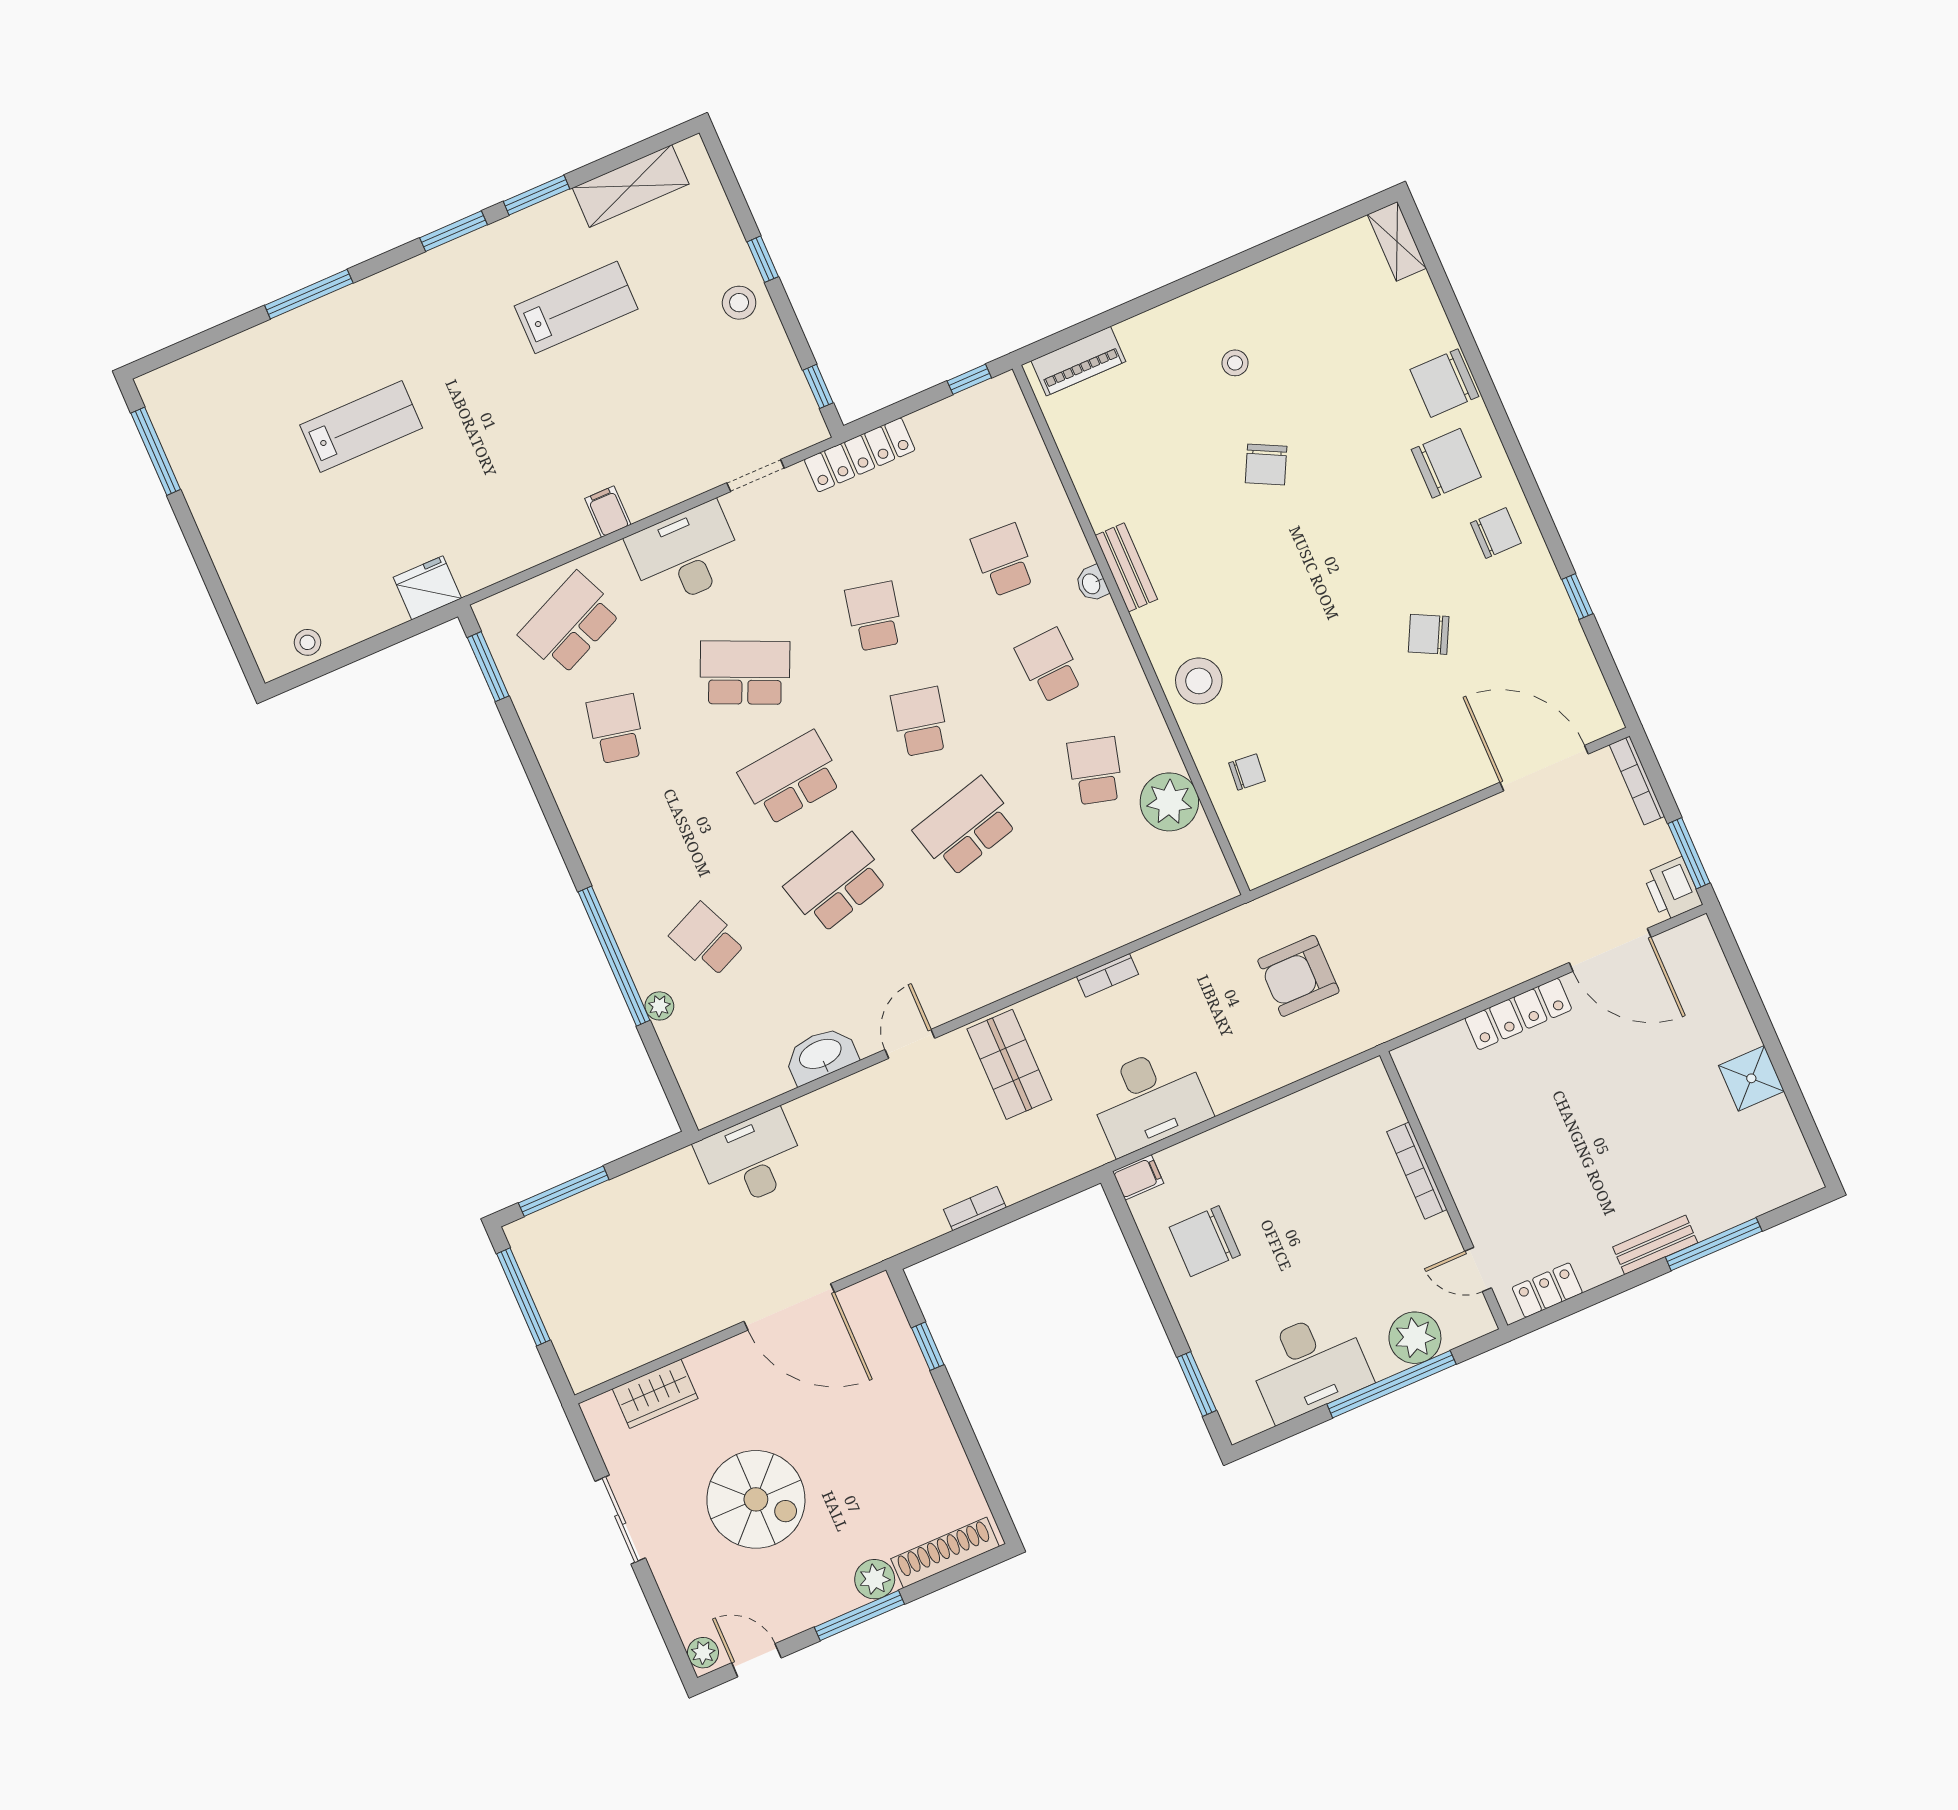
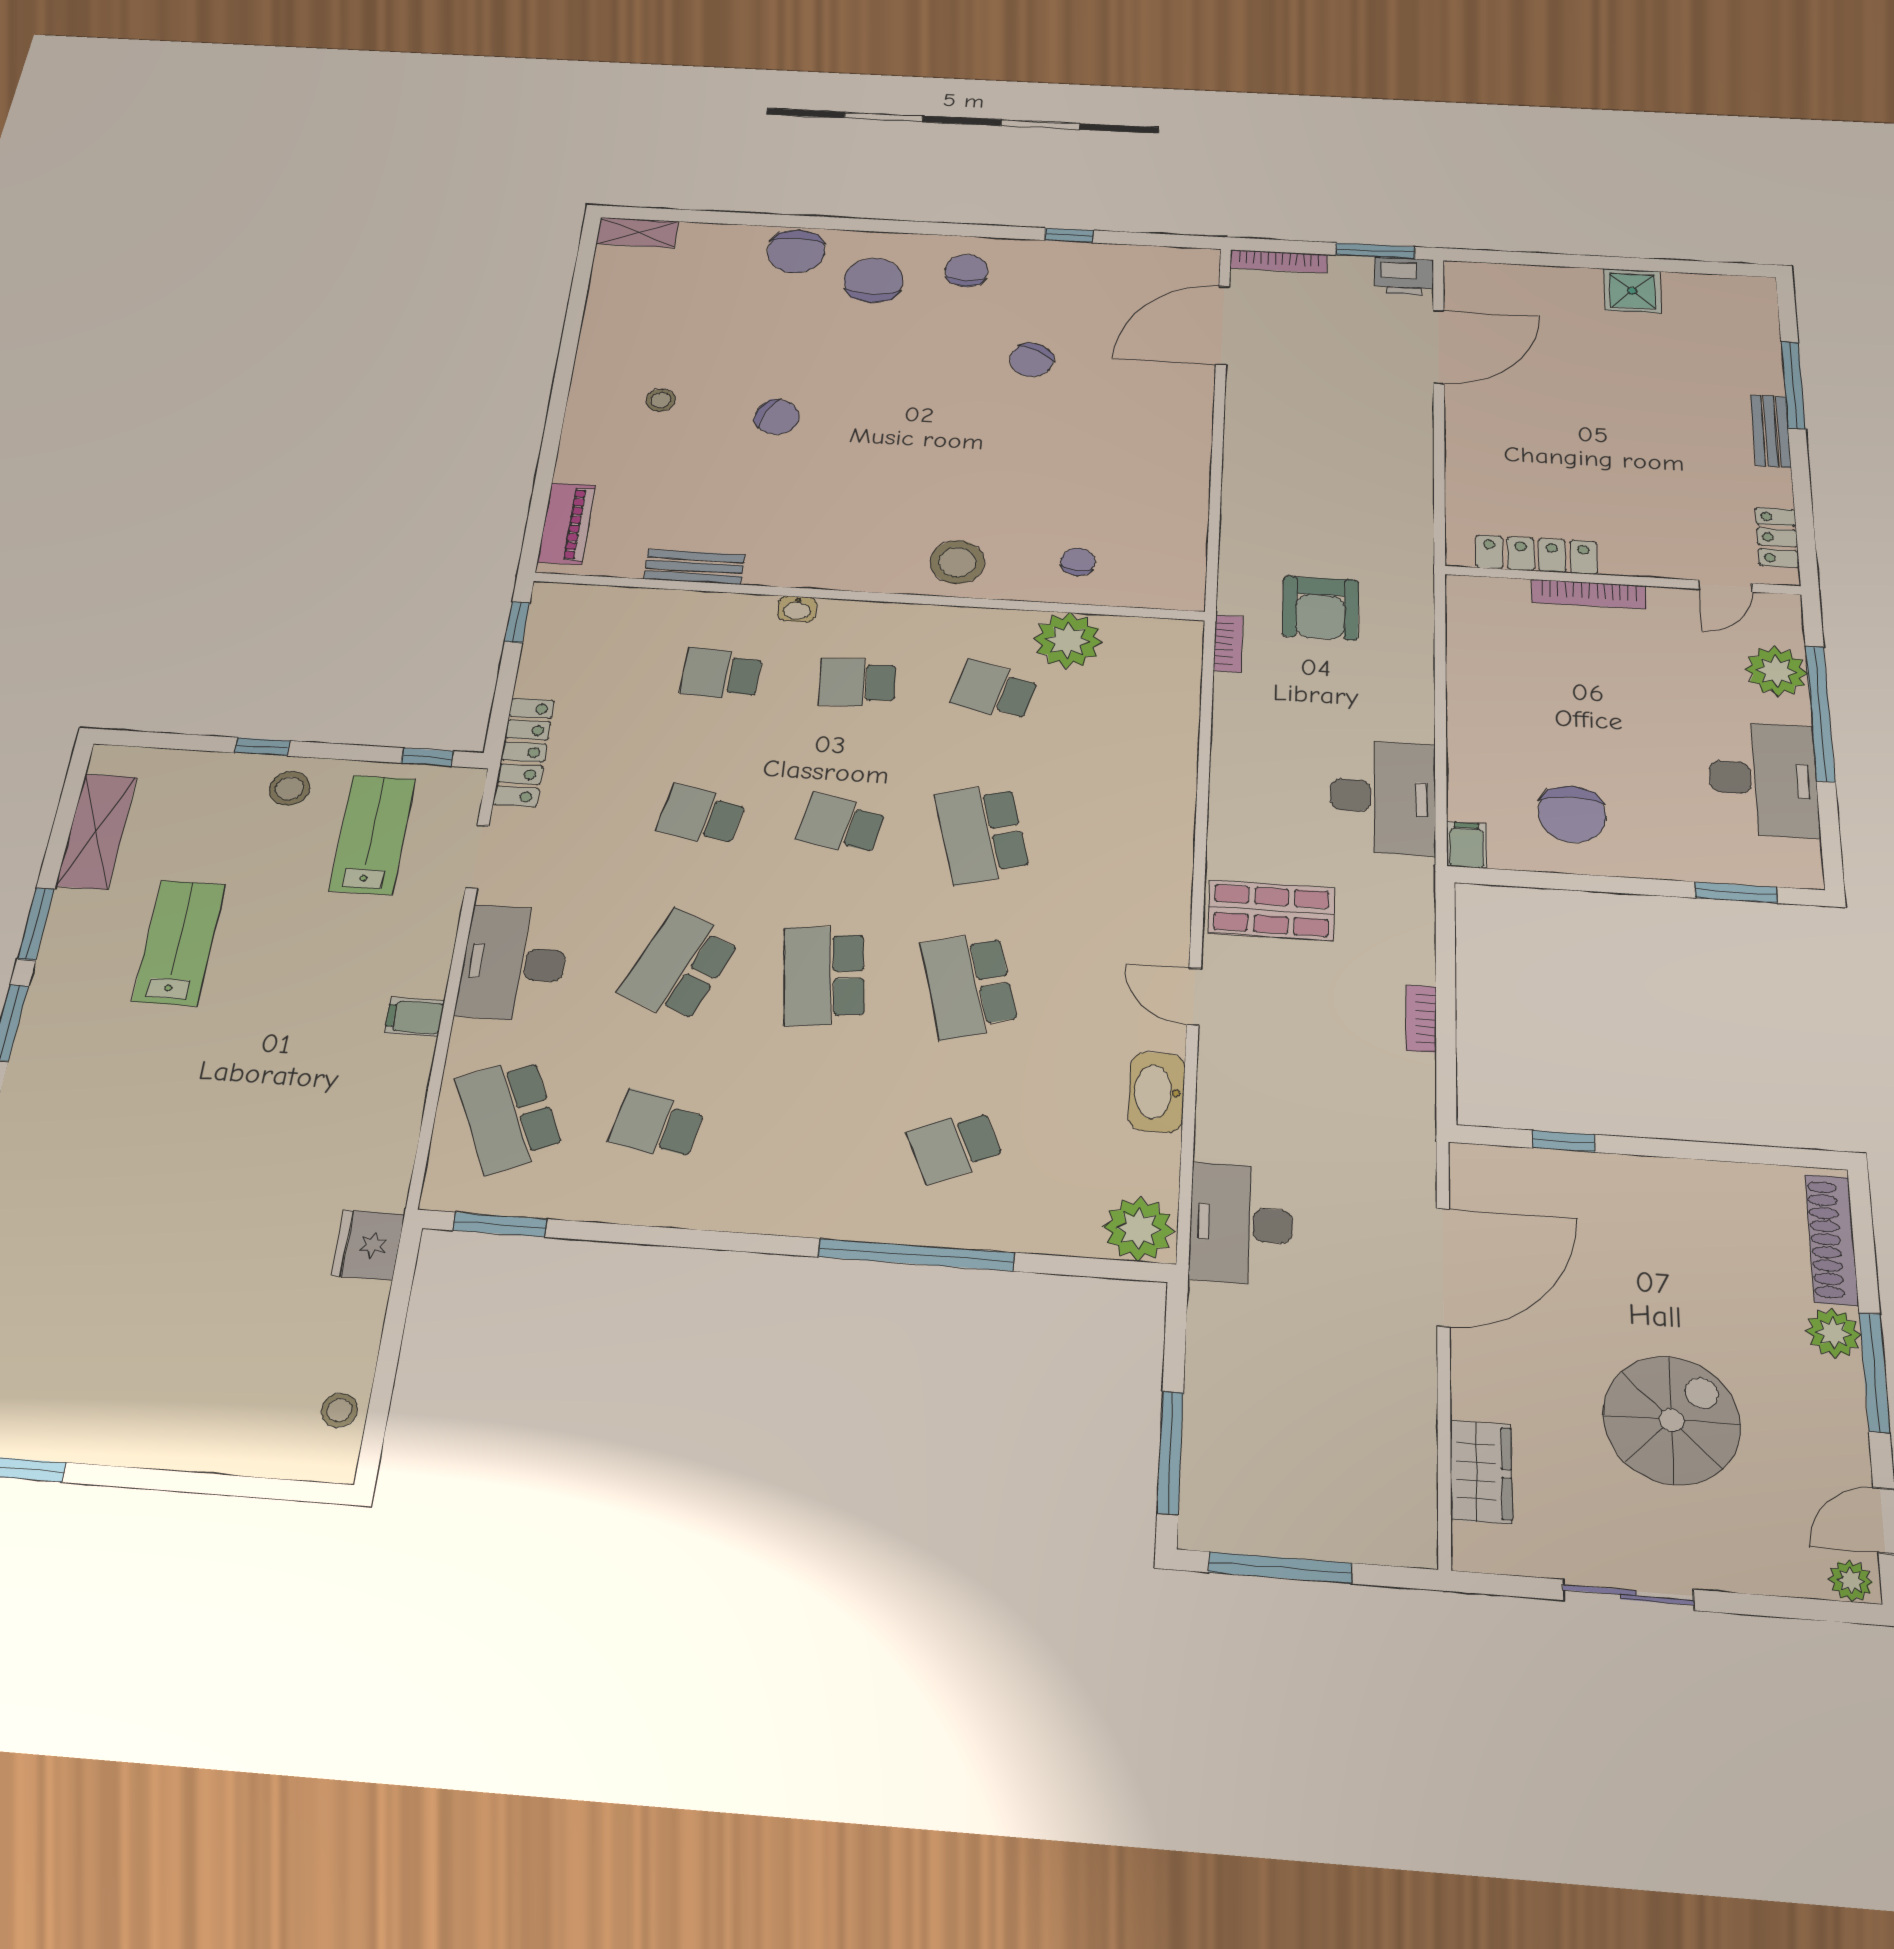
lab bench: (361, 427) -> (372, 835), moved
bench: (1126, 567) -> (694, 567), moved
bookcase: (1108, 975) -> (1228, 644), moved
plant: (659, 1006) -> (1139, 1229), moved, width x1.88, depth x1.88
locker: (1518, 1014) -> (1536, 555), moved, turned -90

